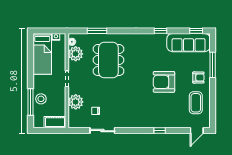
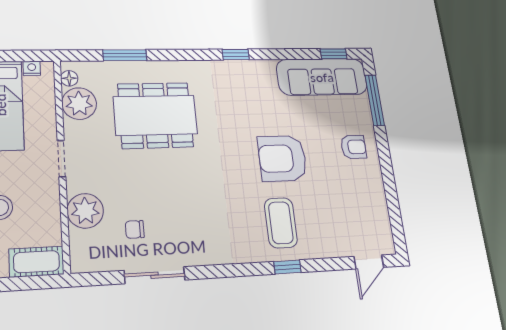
window: (161, 31) -> (236, 54), moved
dining table: (108, 60) -> (155, 115), turned 90
window: (213, 65) -> (375, 100), moved
coffee table: (196, 103) -> (281, 223), moved

